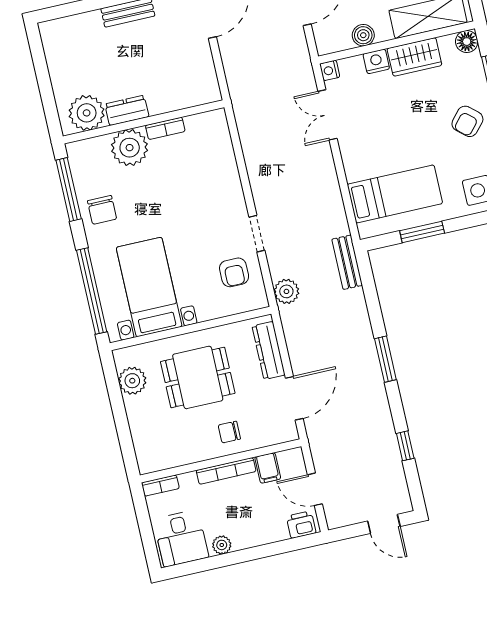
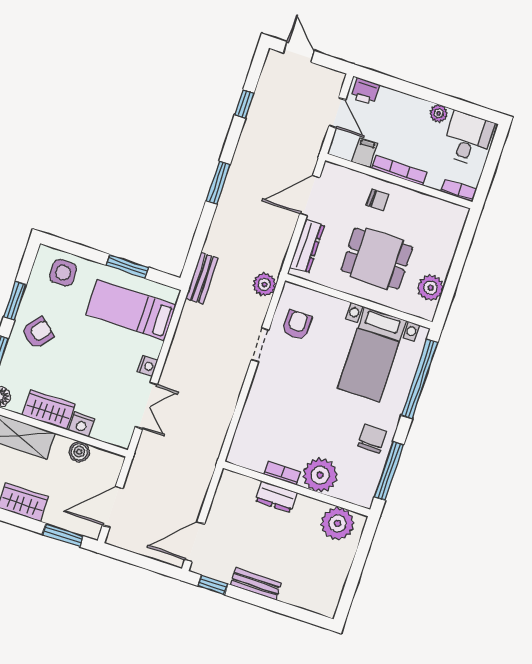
nightstand: (330, 70) -> (148, 366), moved
dresser: (127, 110) -> (276, 497), moved

